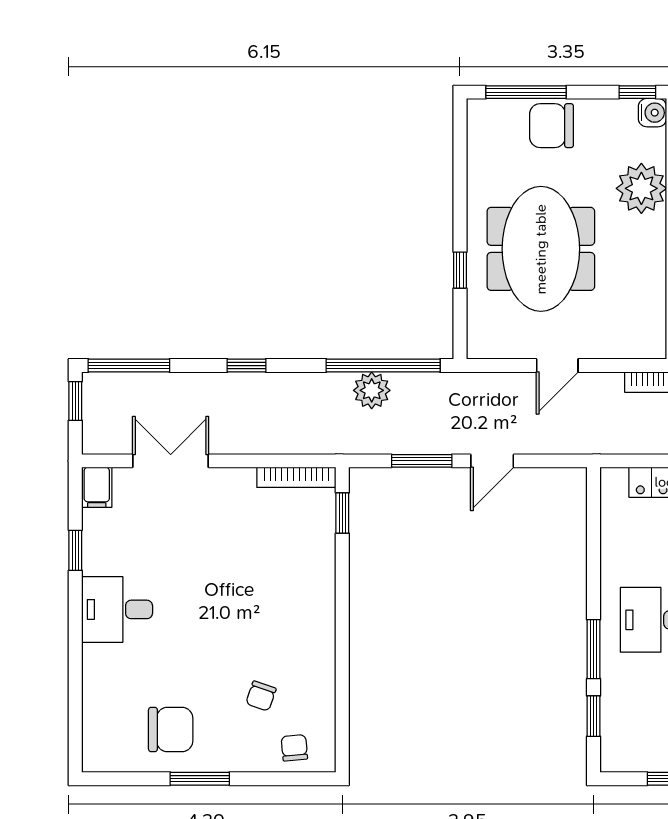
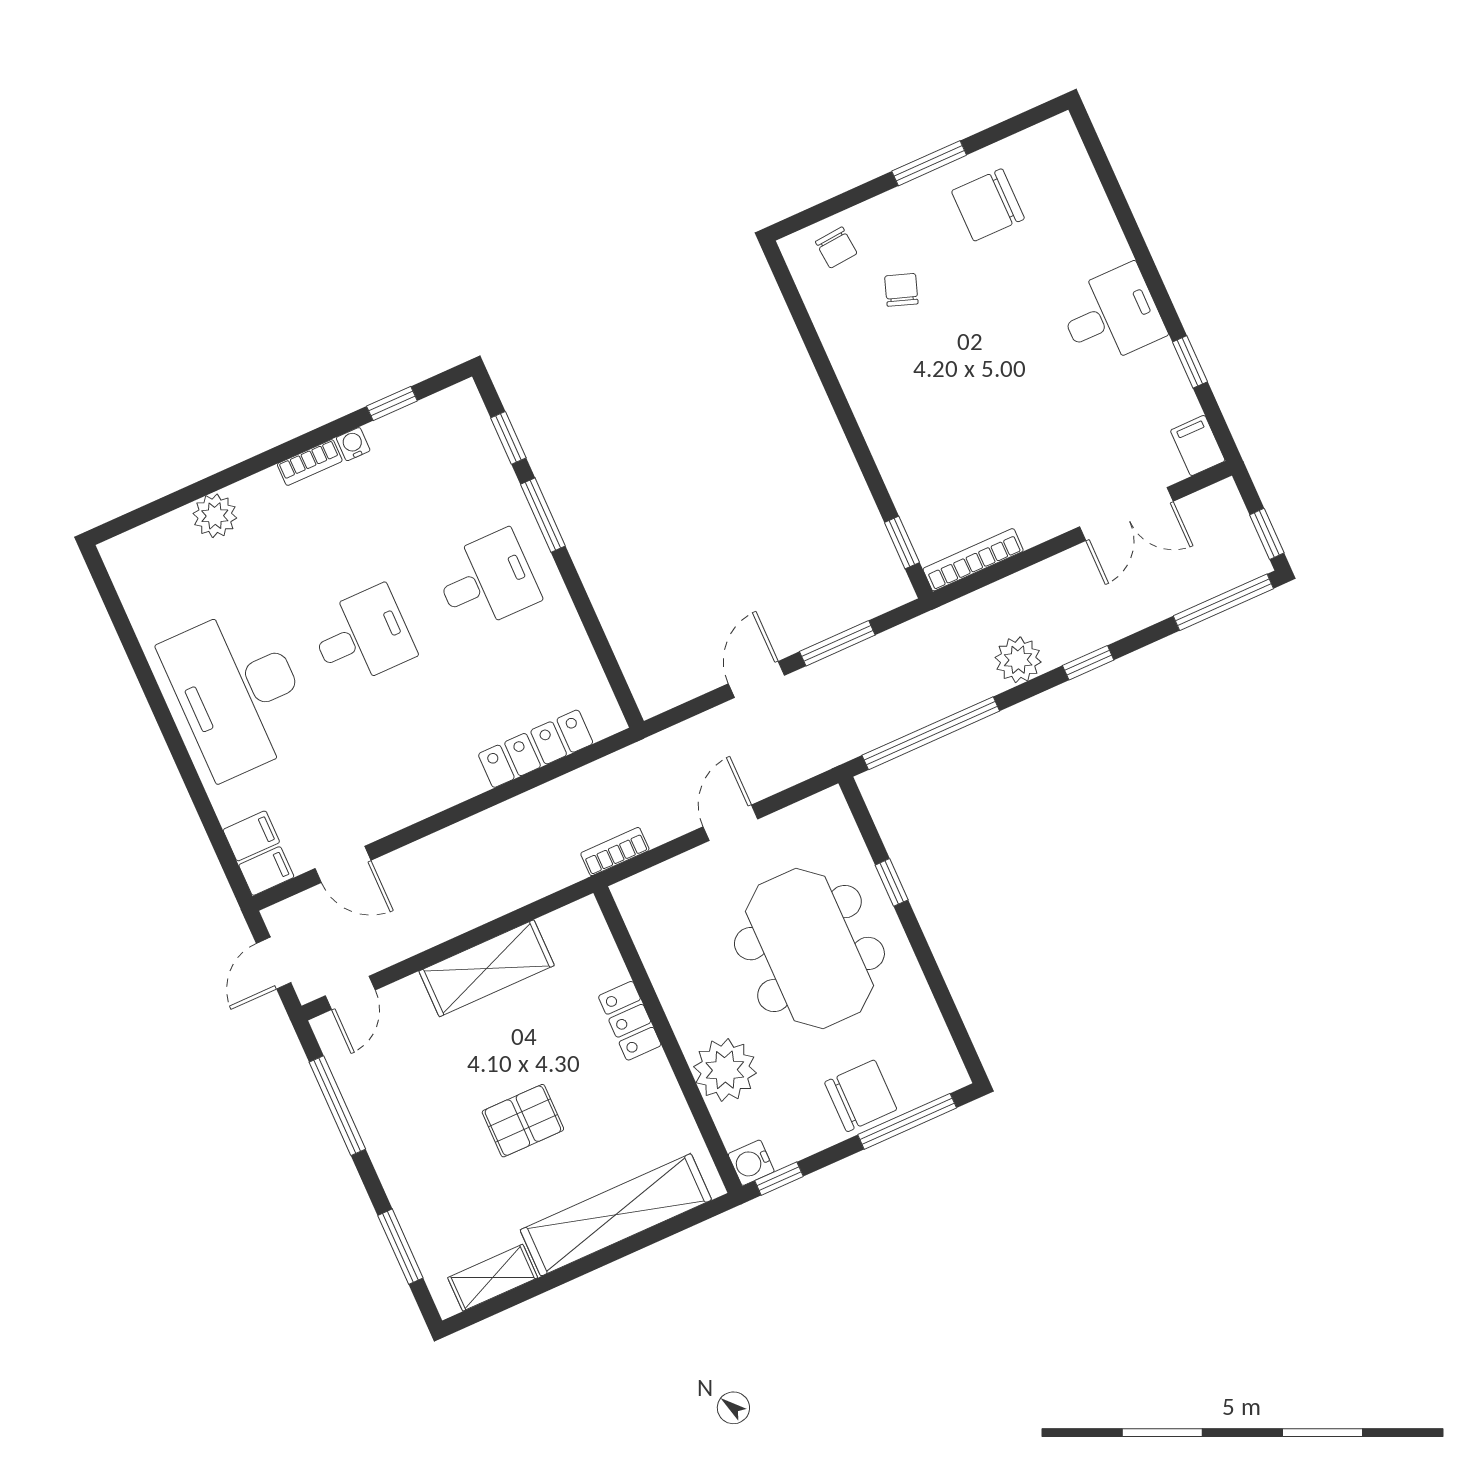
plant: (372, 390) -> (1018, 660), moved

